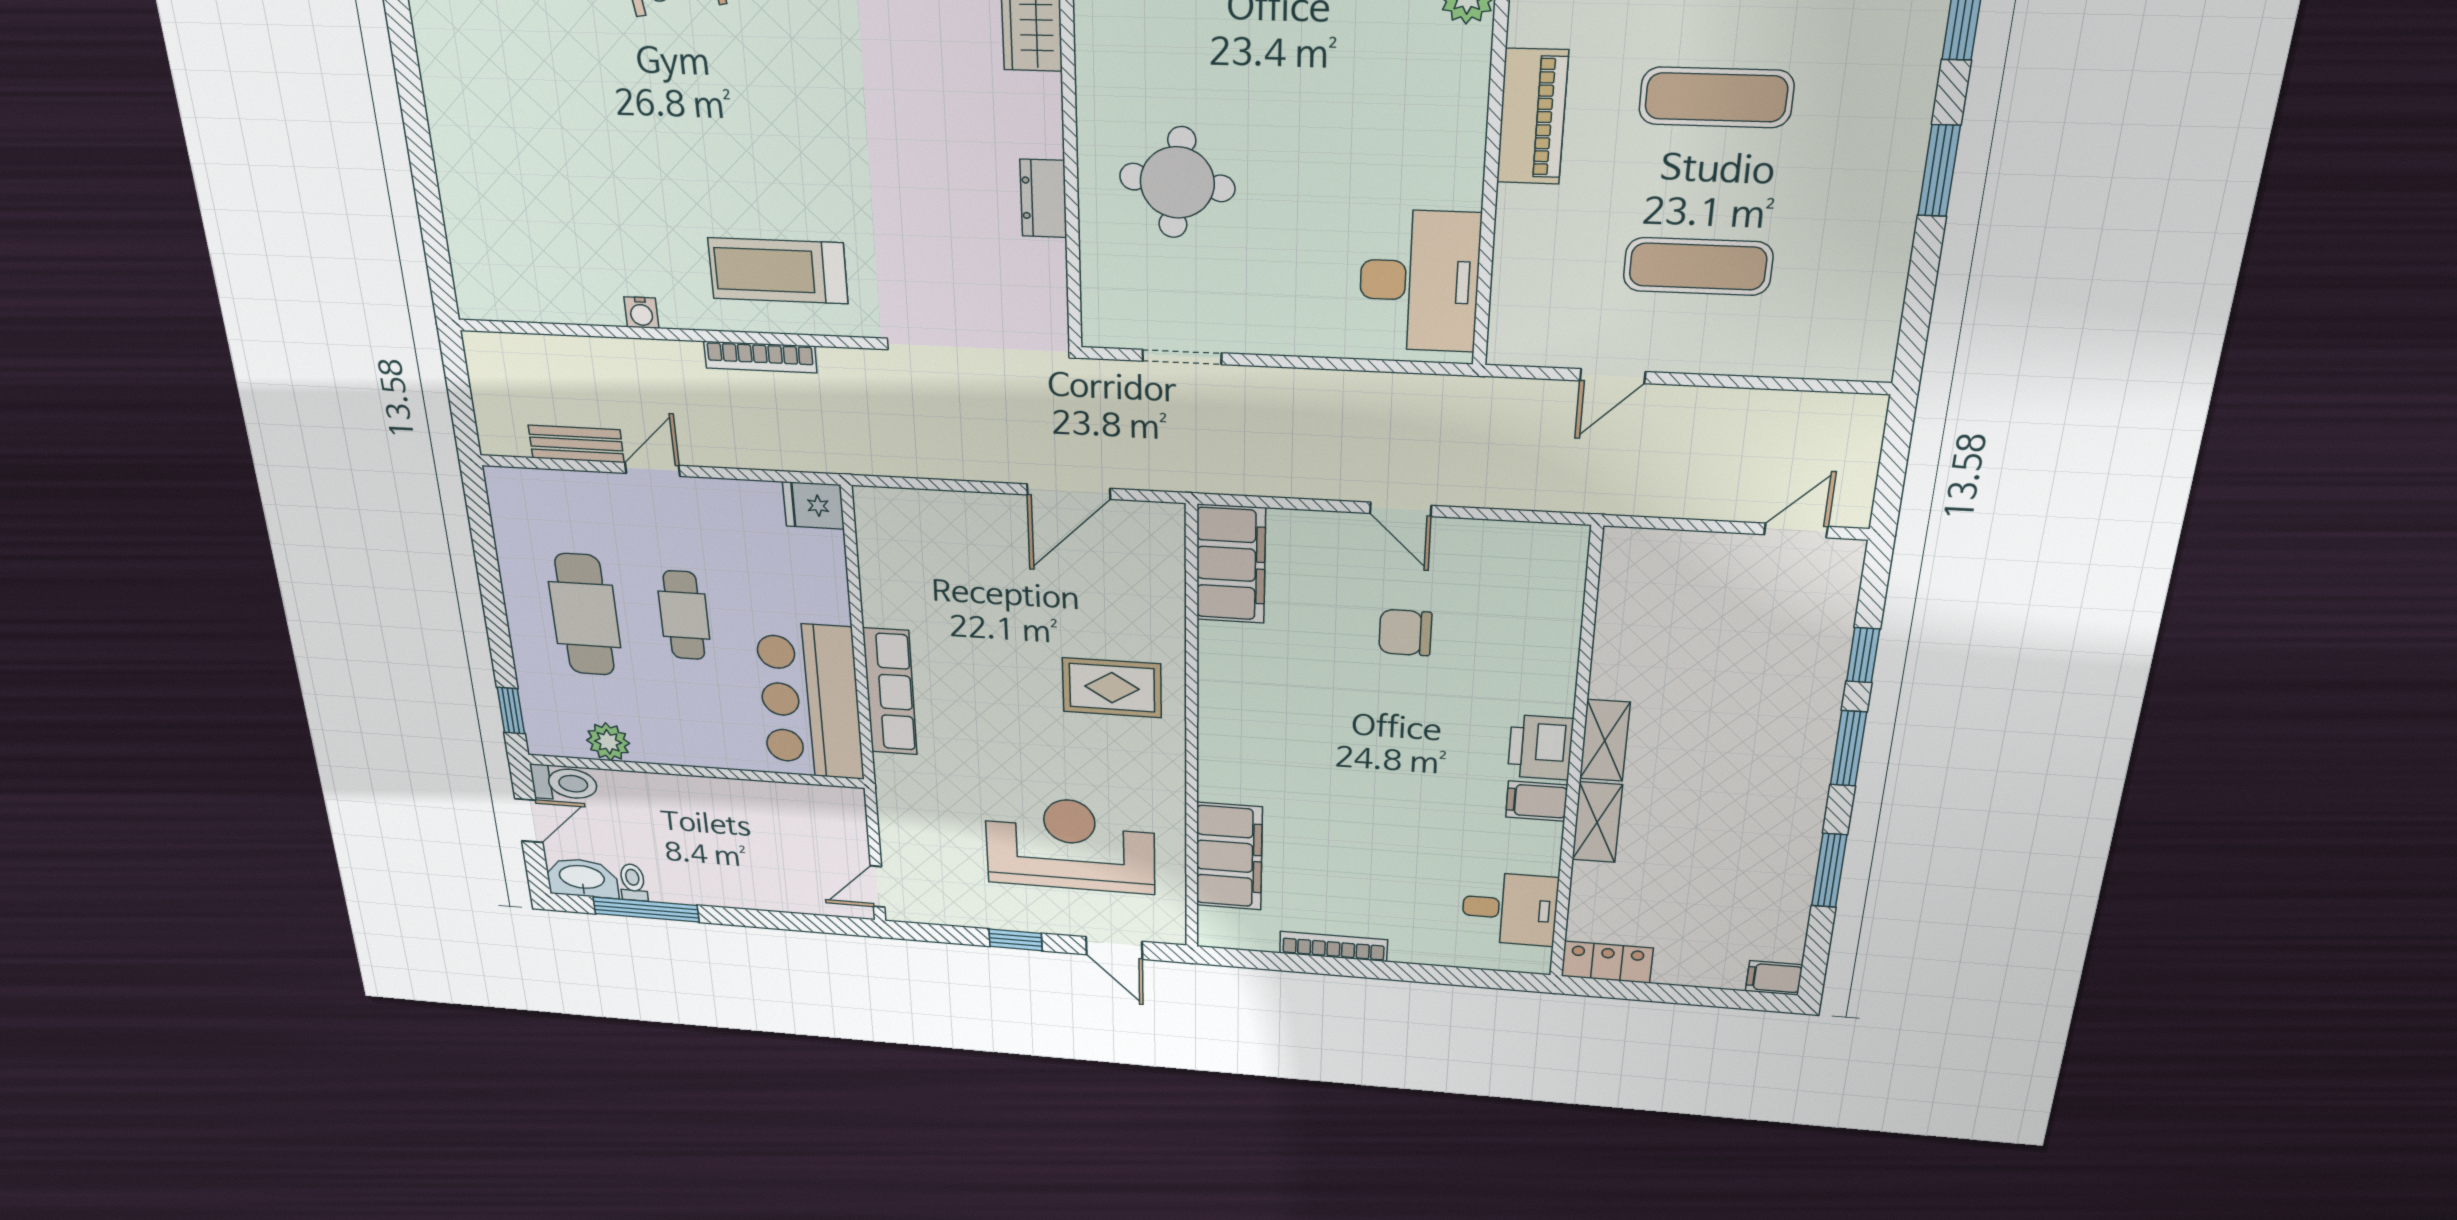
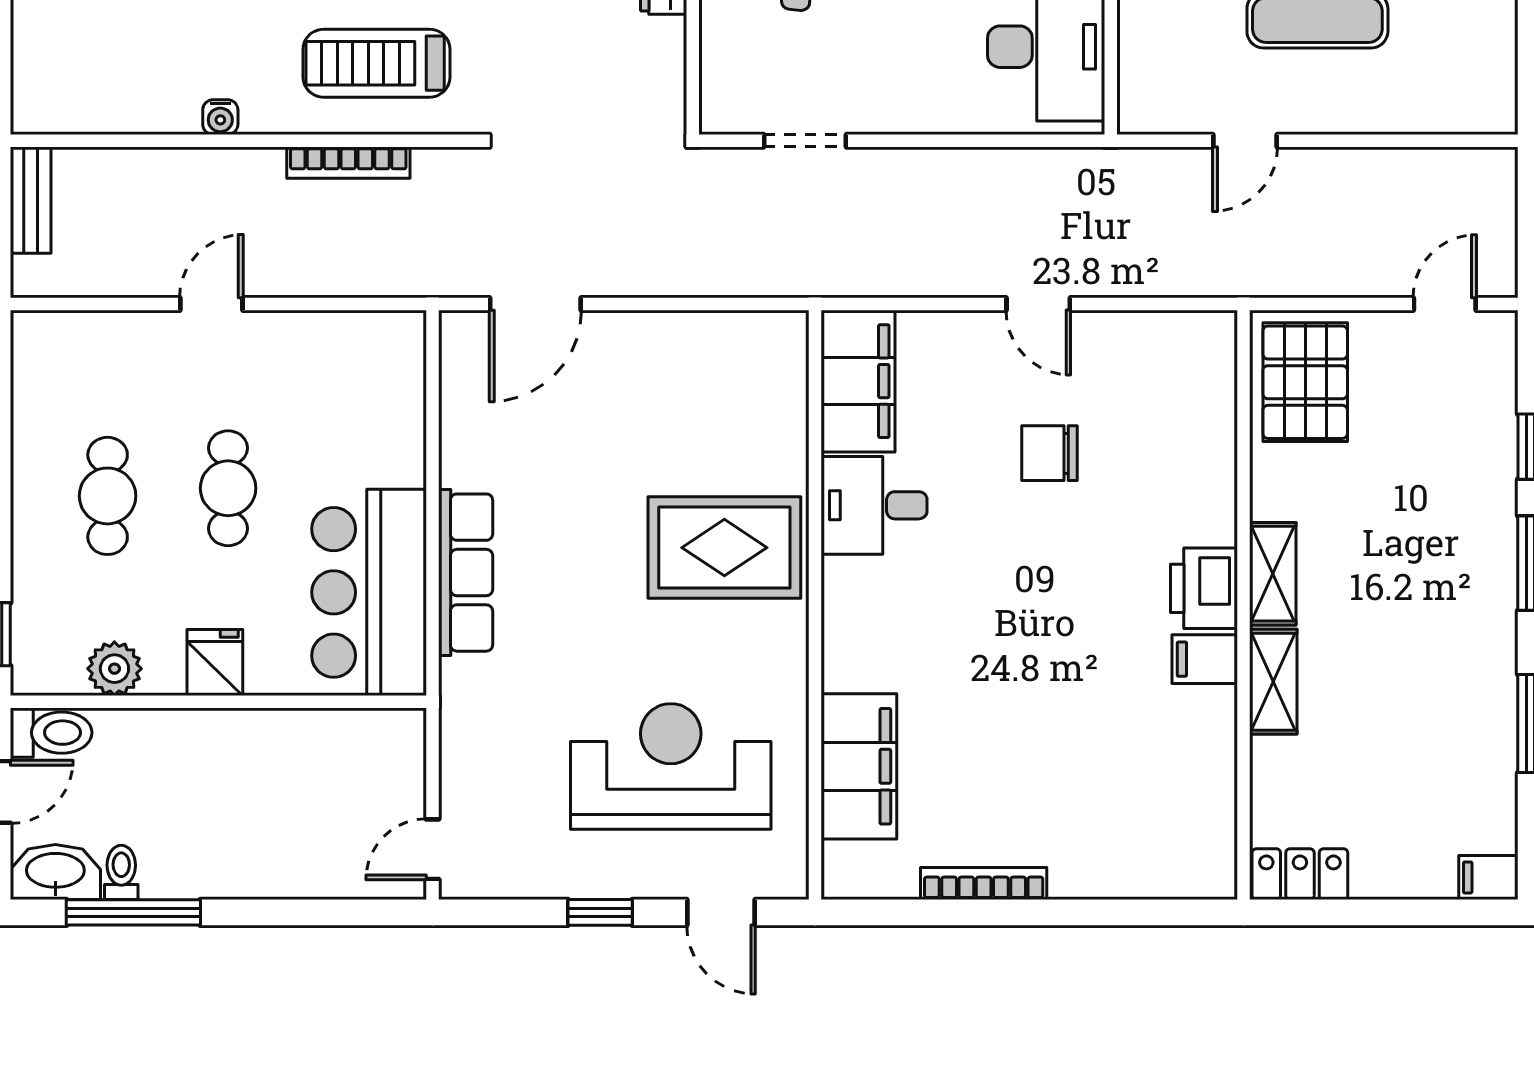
bench: (576, 444) -> (31, 200), moved, turned 90
door: (1069, 492) -> (535, 304), moved
fridge: (813, 505) -> (215, 662), moved, turned 90
pallet: (1651, 589) -> (1305, 382), added
cafe table: (585, 615) -> (108, 496), width x0.73, depth x0.74
rug: (1112, 688) -> (724, 548), width x1.36, depth x1.43
desk: (1510, 909) -> (874, 505), moved, turned 180

